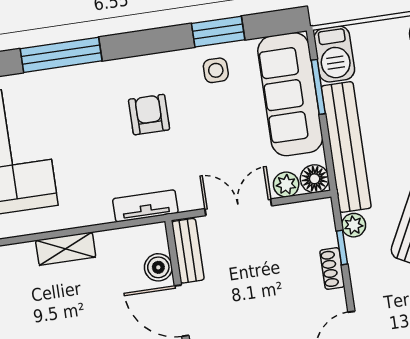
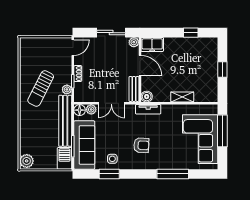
armchair: (149, 115) -> (141, 145), turned -87
boiler: (158, 267) -> (147, 97), moved

